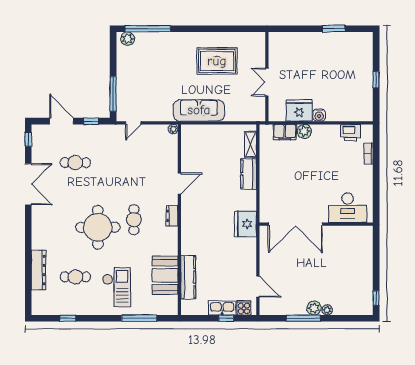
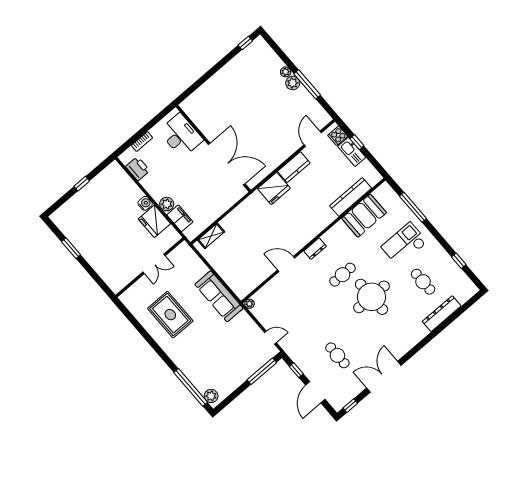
kitchen counter: (249, 174) -> (294, 167), moved
desk: (348, 208) -> (181, 136), moved
double door: (295, 224) -> (227, 164), moved
wall: (316, 224) -> (213, 148), moved

